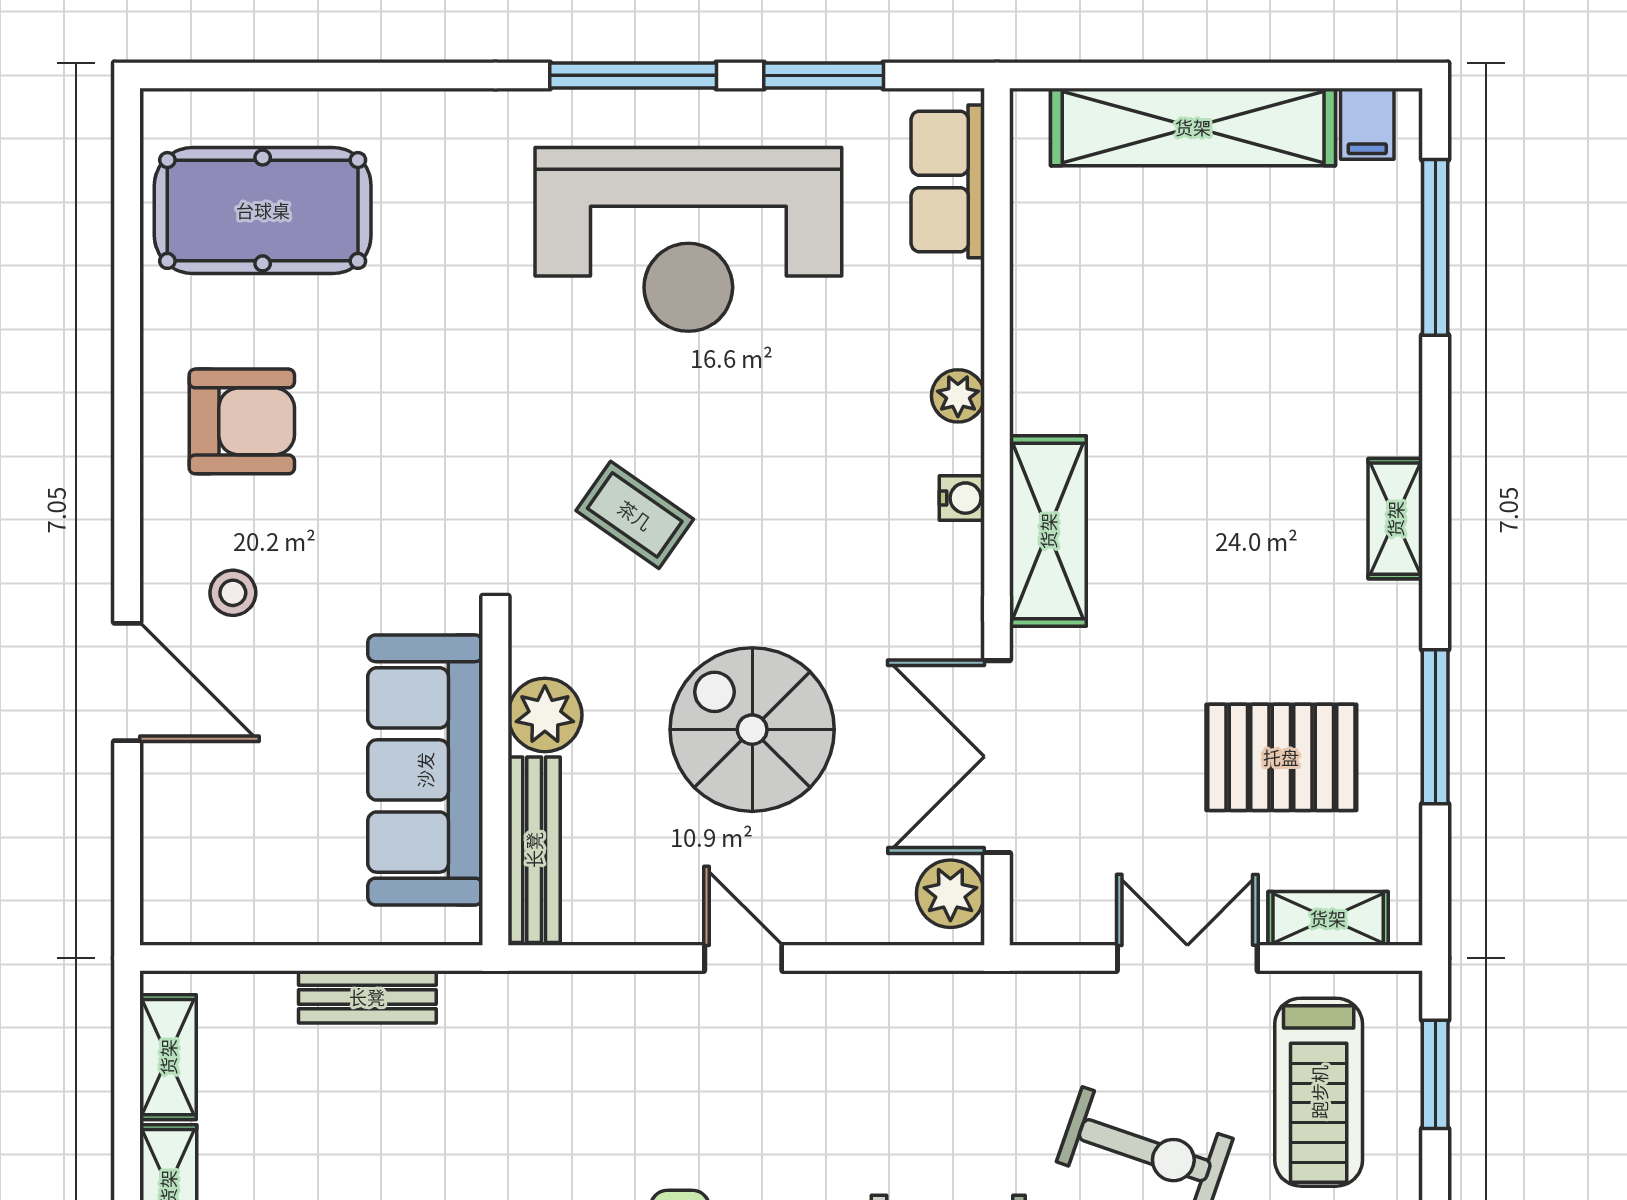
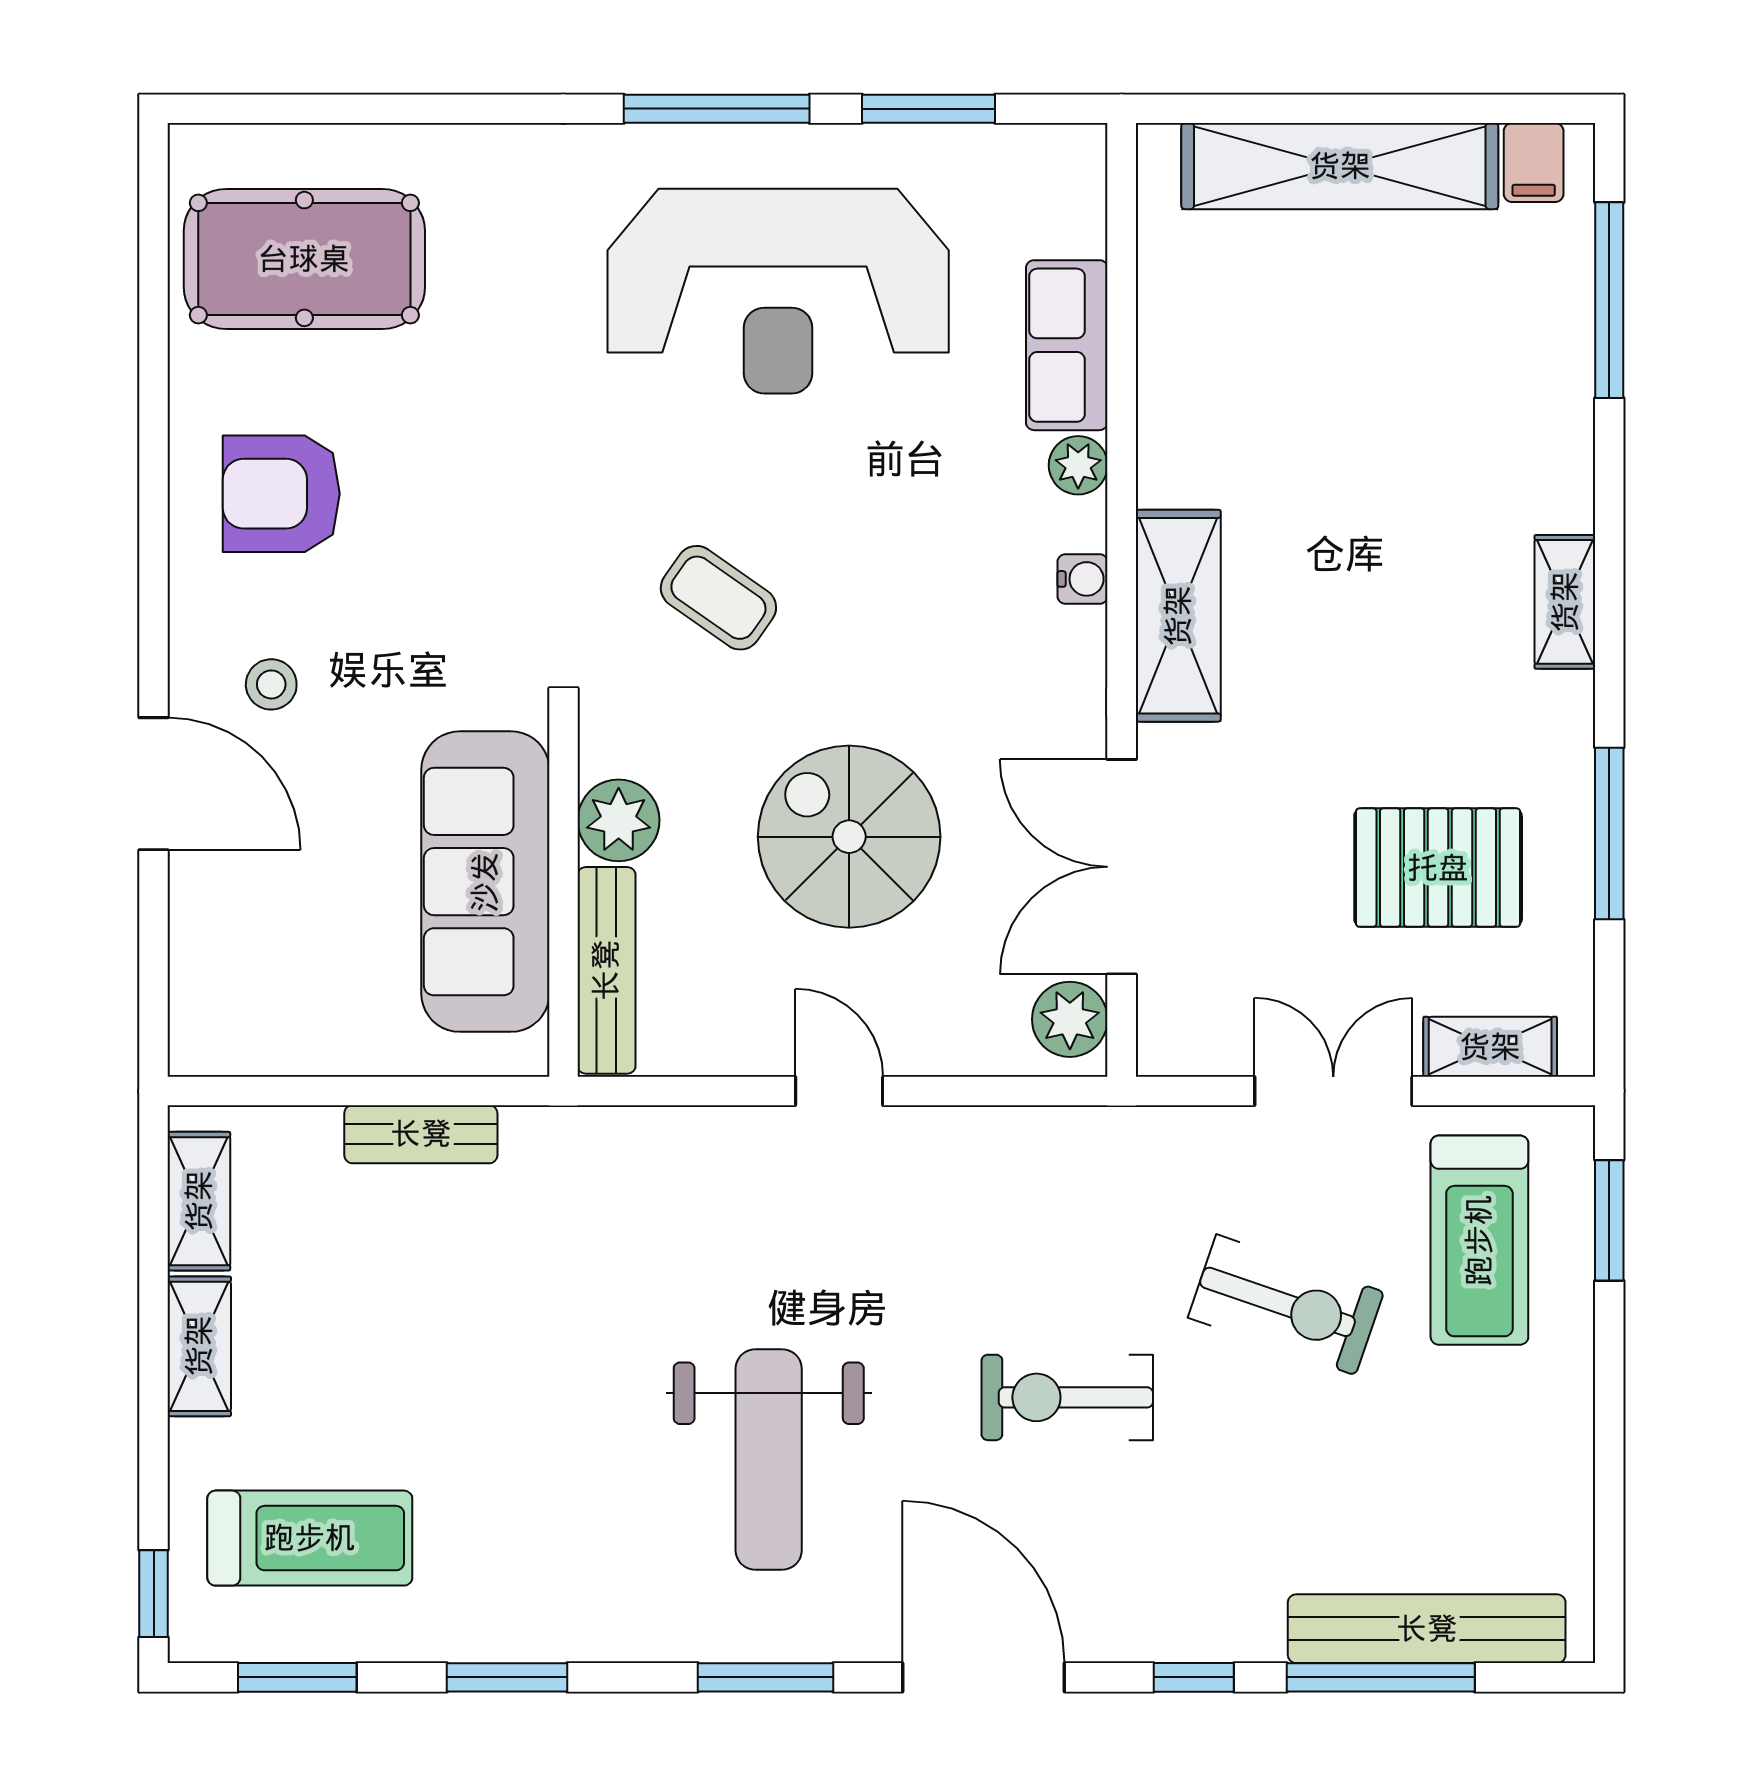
row of seats: (948, 181) -> (1067, 345), moved
armchair: (242, 421) -> (281, 494), turned 180

